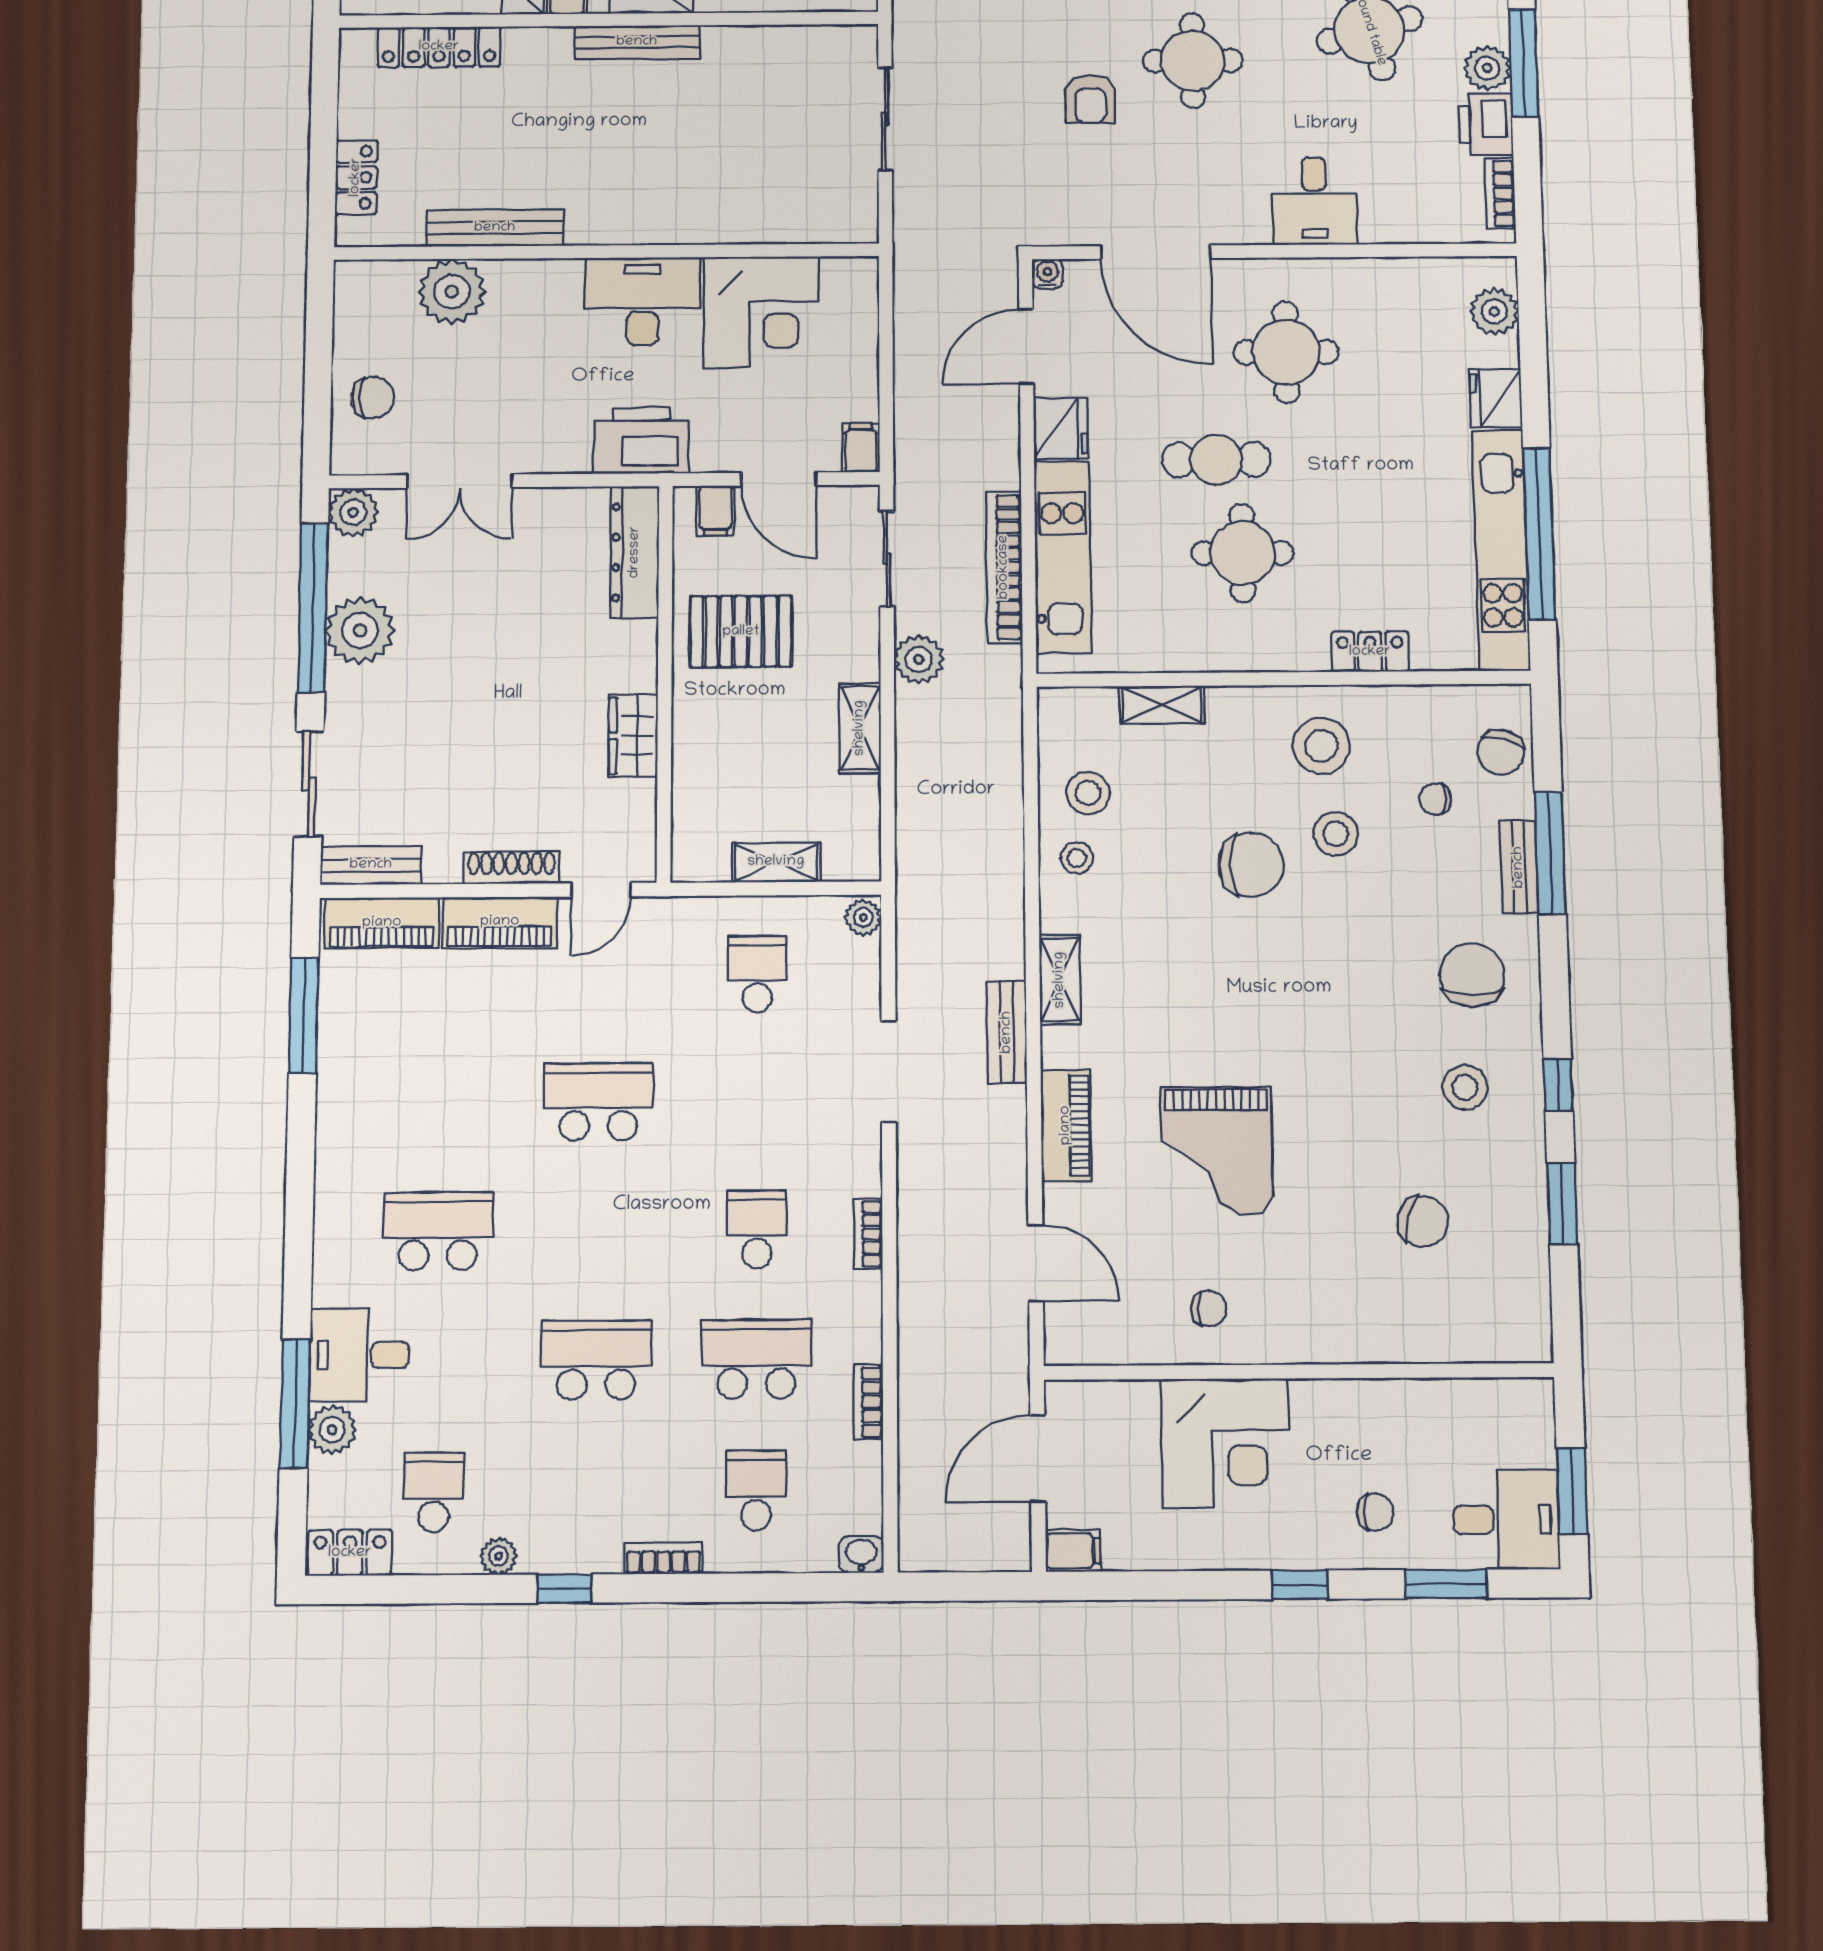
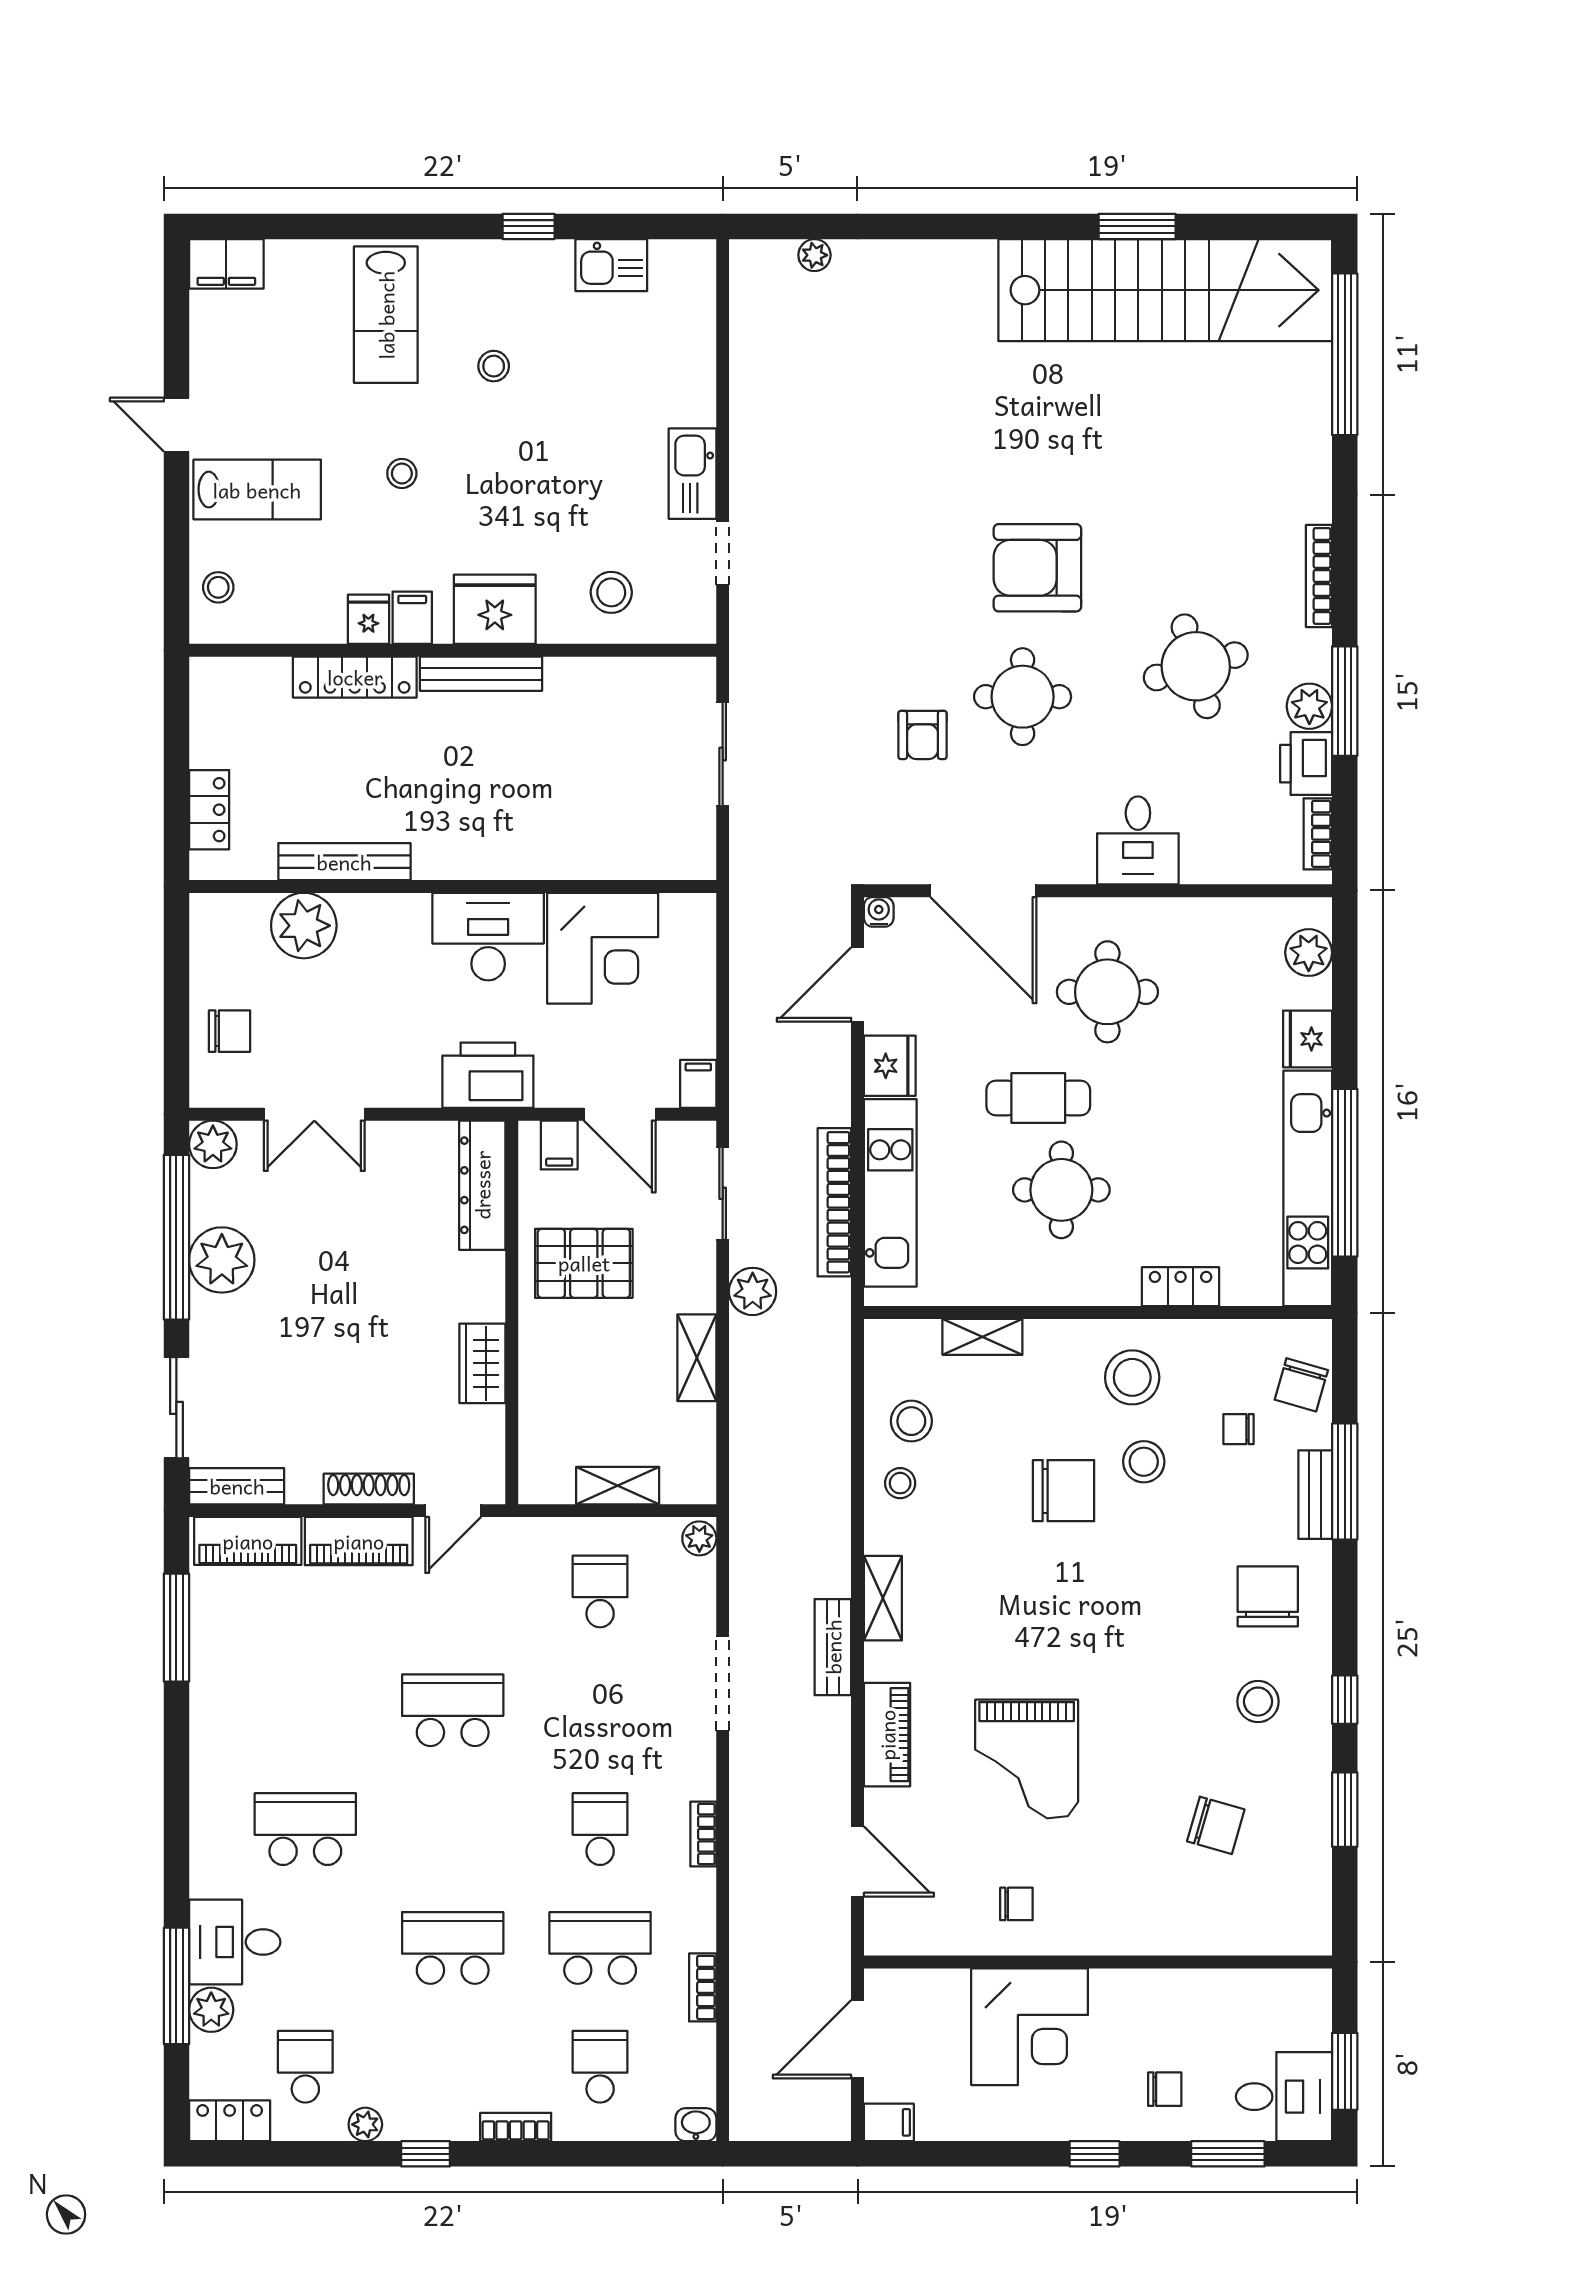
locker: (439, 47) -> (355, 677), moved

